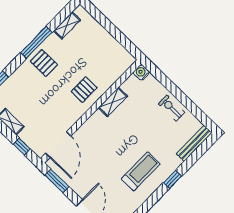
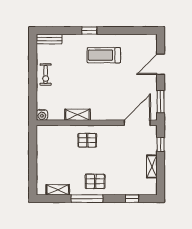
pallet: (44, 63) -> (95, 181), turned 90
bench: (194, 143) -> (49, 39), width x0.73

